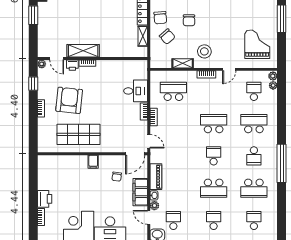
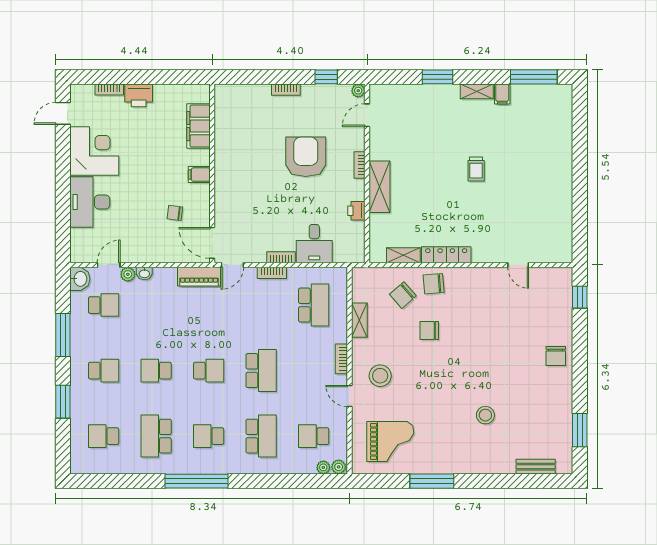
shelving: (83, 51) -> (380, 187), moved
stool: (204, 51) -> (380, 376), moved
printer: (72, 65) -> (356, 211), moved
school desk: (254, 91) -> (314, 436), turned 180
armchair: (69, 100) -> (306, 157), moved, turned -96
shop shelf: (79, 134) -> (244, 151), removed
piano: (156, 177) -> (199, 277), moved
school desk: (214, 188) -> (156, 371), width x0.54
filing cabinet: (140, 192) -> (198, 126), moved, turned -90
school desk: (254, 220) -> (104, 436), turned 180

